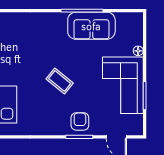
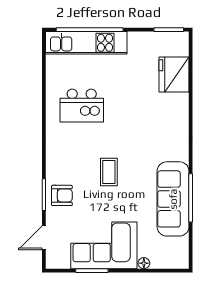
sofa: (91, 26) -> (173, 199), width x1.36
coffee table: (60, 81) -> (109, 172), turned -39

